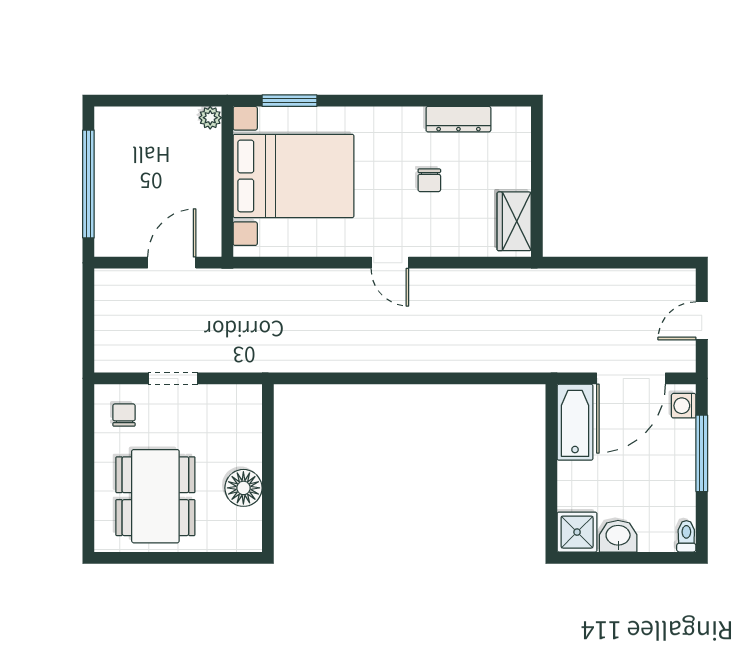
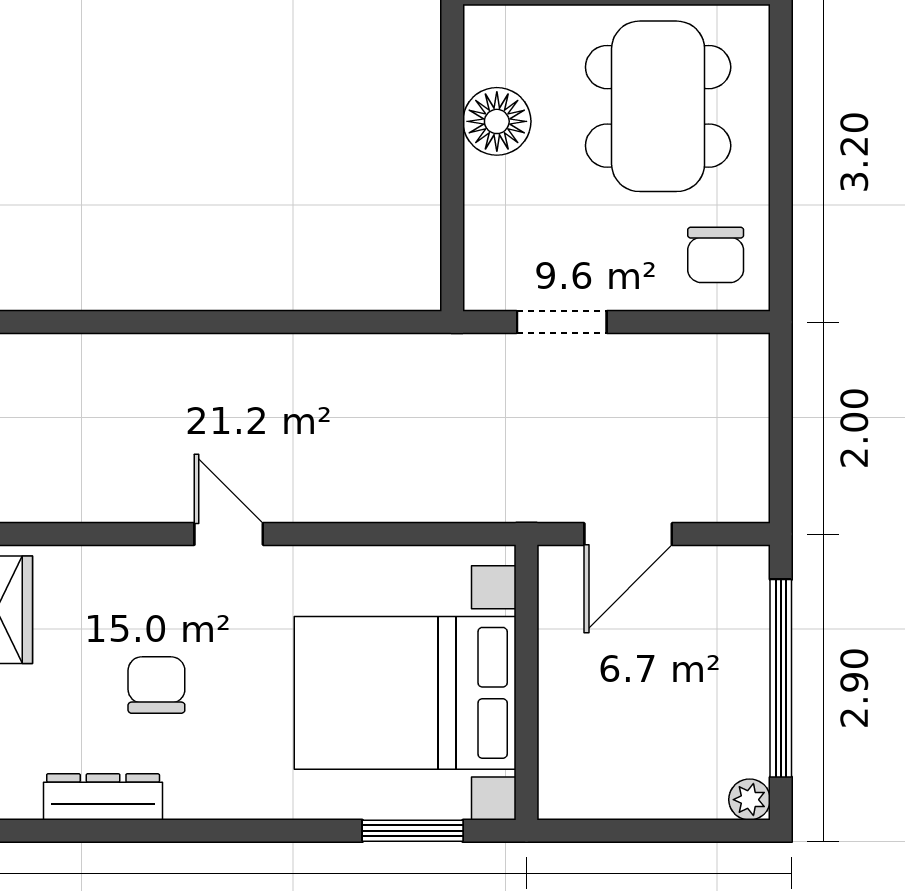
plant: (210, 118) -> (750, 800), moved
chair: (429, 180) -> (156, 685), width x1.37, depth x1.37
doorway: (173, 378) -> (562, 322), moved
chair: (124, 415) -> (716, 255), width x1.37, depth x1.37

